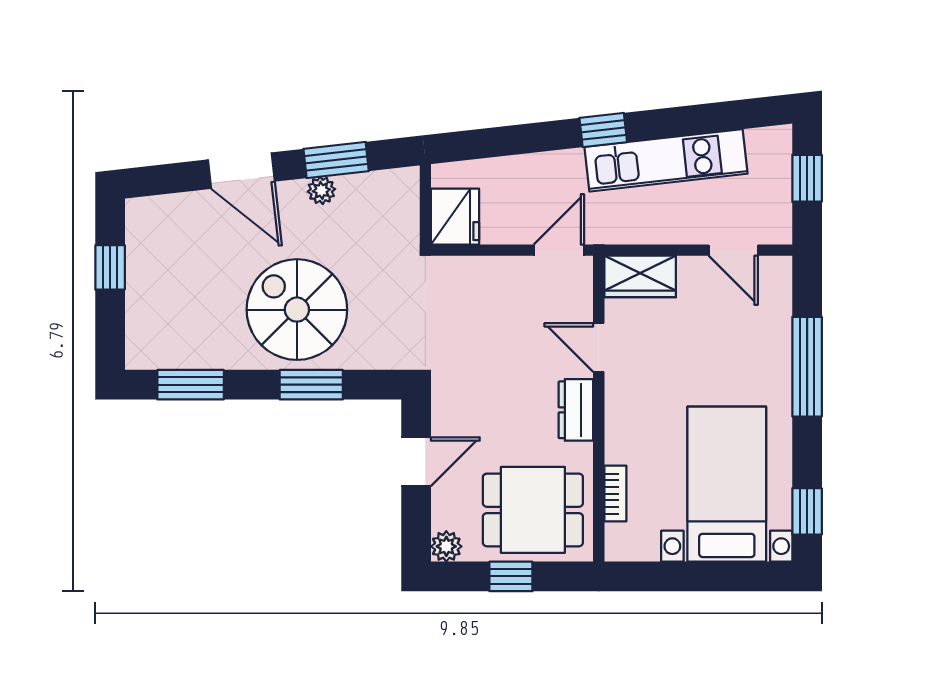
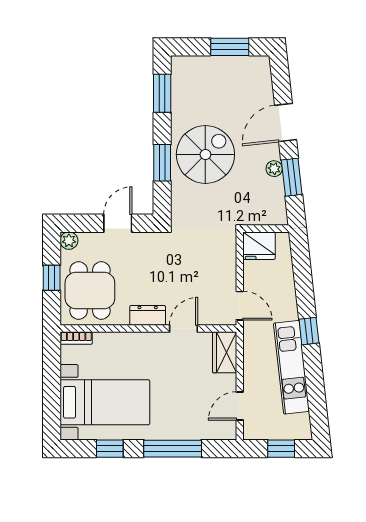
window: (110, 267) -> (230, 47), width x1.50
door: (416, 462) -> (118, 223), swing flipped
bookcase: (615, 494) -> (76, 338), moved
window: (807, 511) -> (110, 449), moved

